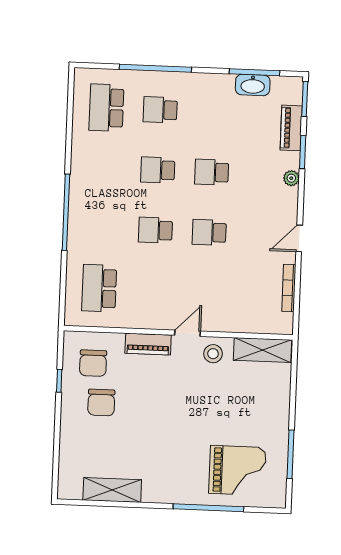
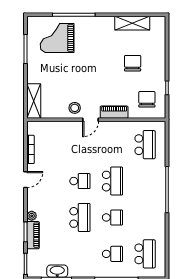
piano: (291, 128) -> (33, 235), moved
school desk: (212, 172) -> (80, 217), width x1.85
school desk: (155, 230) -> (112, 181), width x1.85
shelving: (262, 350) -> (34, 101), moved, turned 90
chair: (101, 403) -> (133, 63), moved

